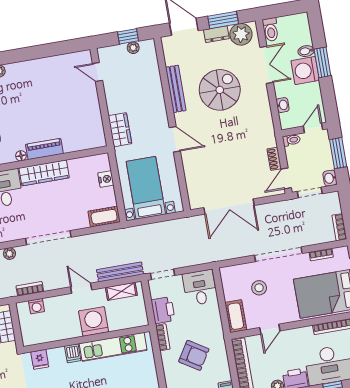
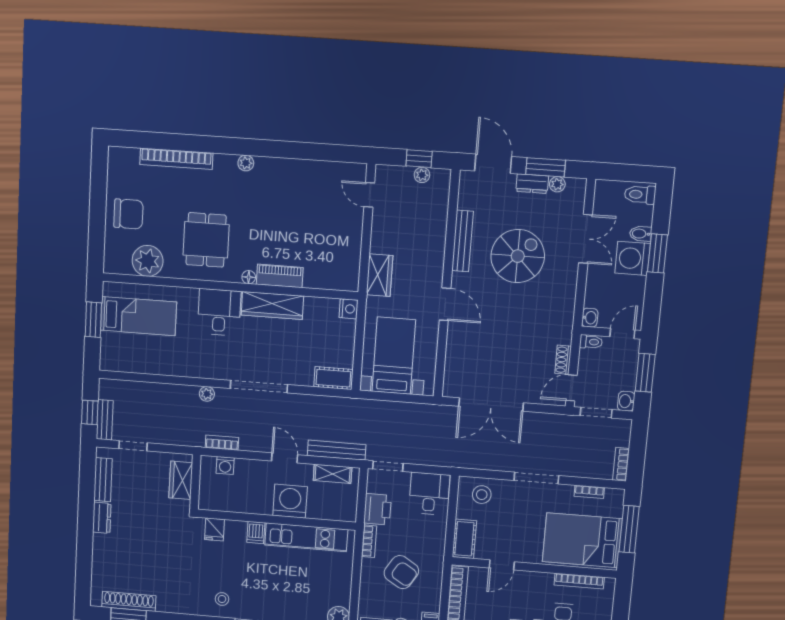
toilet: (271, 30) -> (640, 195), moved, turned 90
plant: (241, 34) -> (557, 184), width x0.53, depth x0.53
washbasin: (283, 105) -> (590, 318), moved
nightstand: (106, 179) -> (349, 309), moved
doorway: (278, 254) -> (536, 478), width x0.73
stool: (259, 288) -> (482, 495), moved

